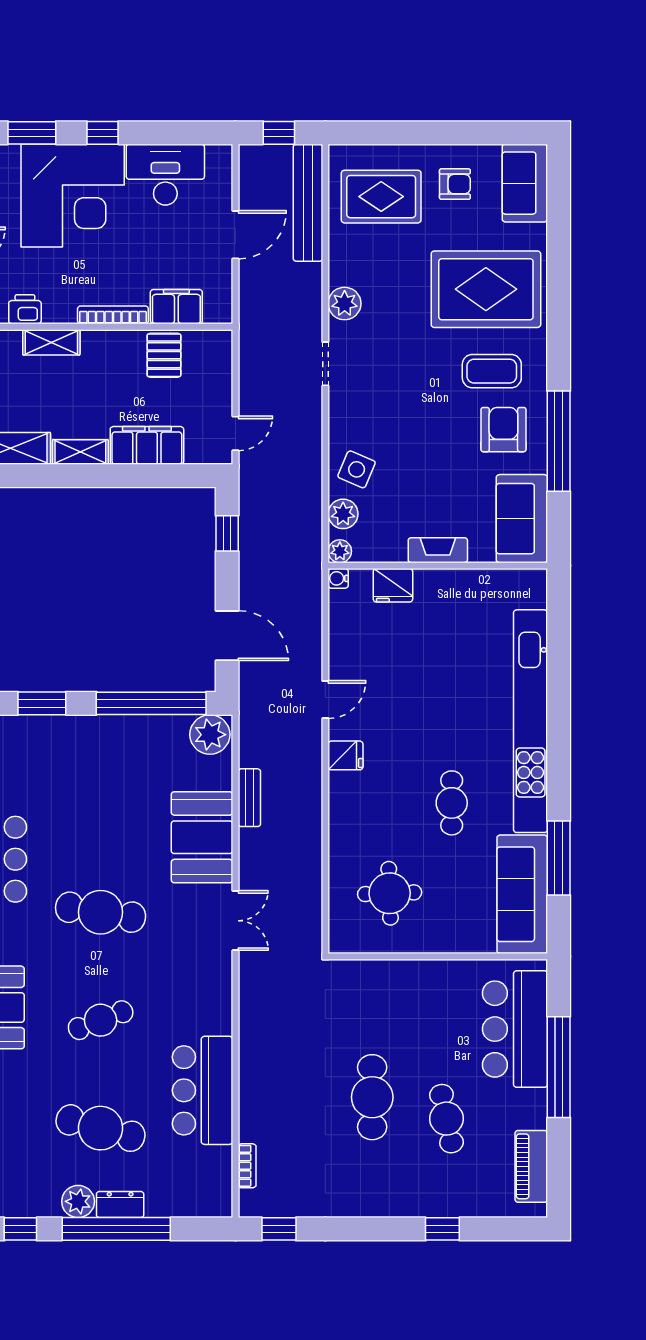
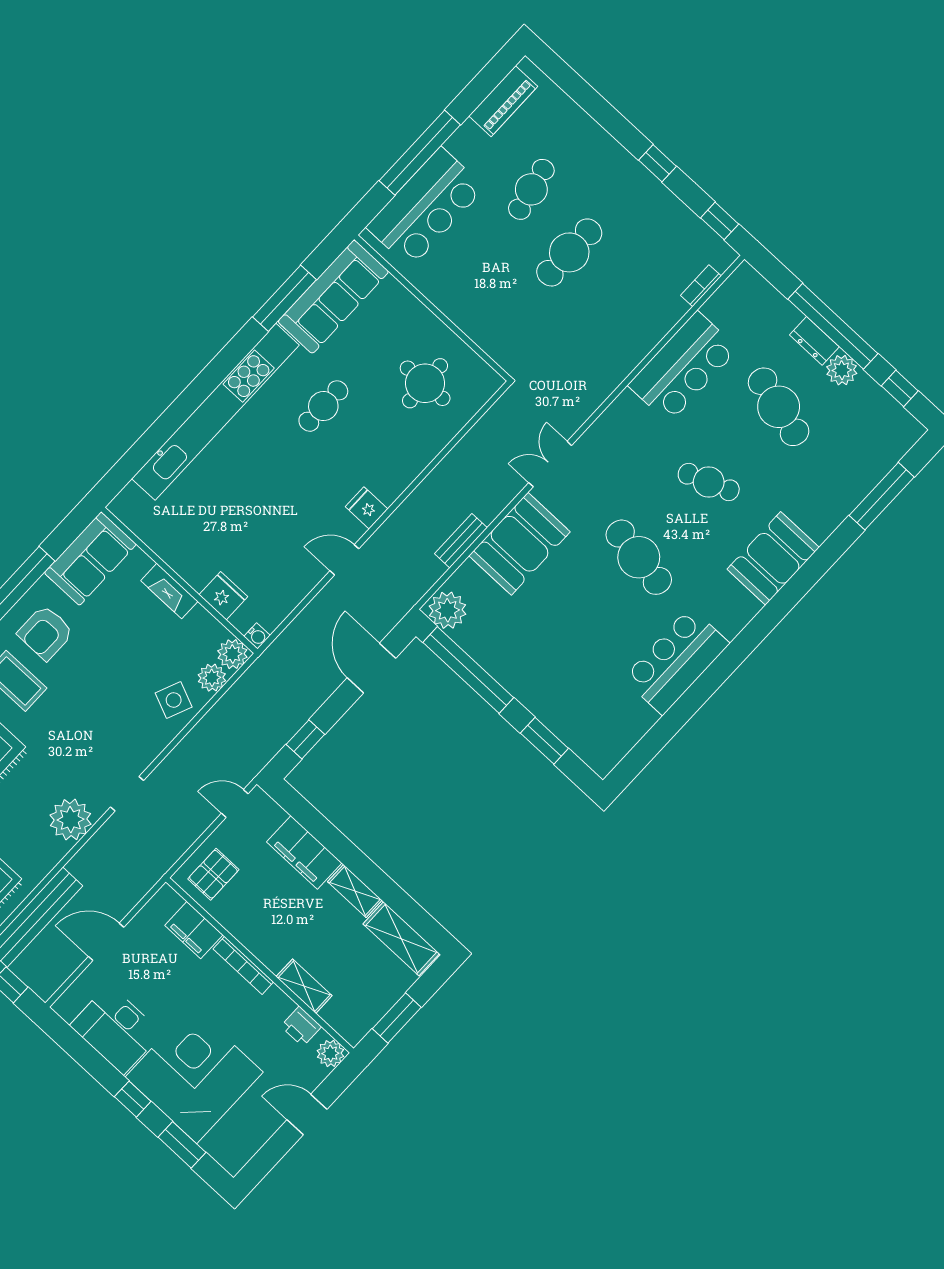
plant: (345, 304) -> (70, 820), width x1.36, depth x1.36
pallet: (164, 355) -> (213, 874), moved
plant: (340, 551) -> (232, 654), width x1.38, depth x1.38
window: (442, 1229) -> (657, 163), moved

